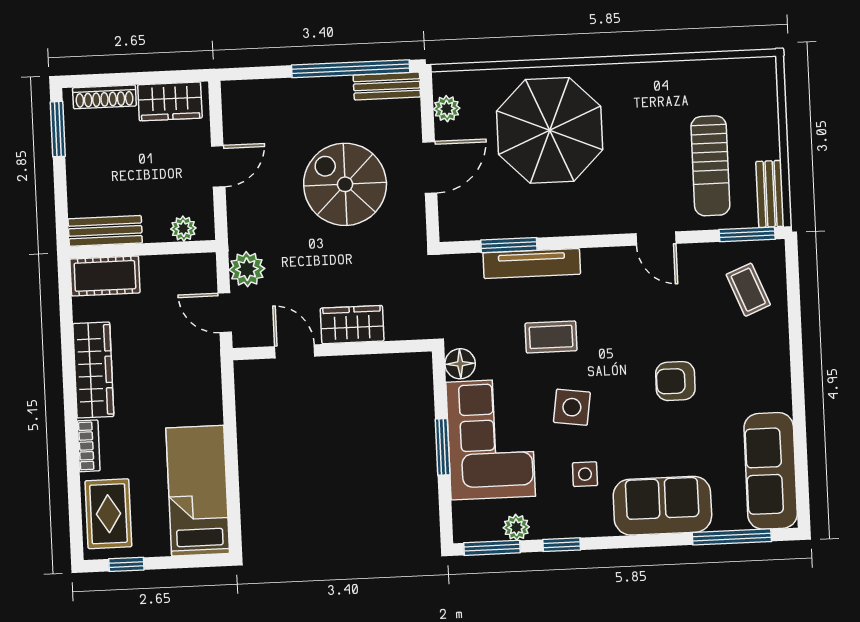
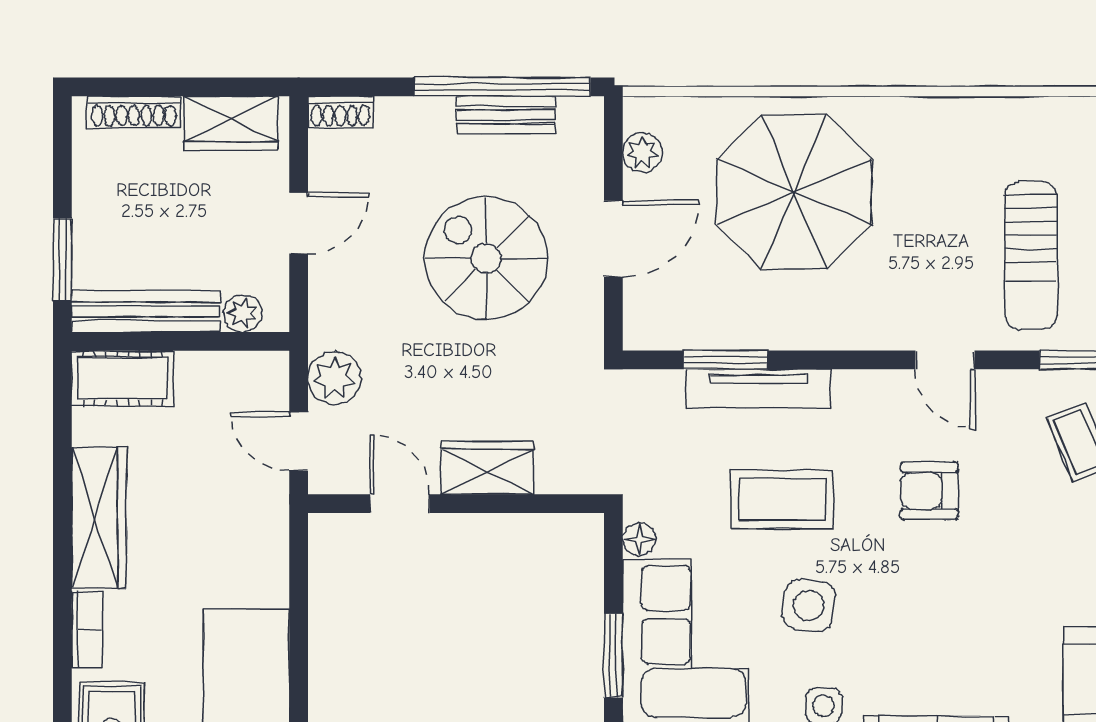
bench: (387, 86) -> (506, 115), moved
shoe rack: (243, 90) -> (340, 112), added
window: (58, 129) -> (62, 260), moved
bench: (105, 231) -> (146, 311), width x1.36
coffee table: (551, 337) -> (782, 499), width x1.36, depth x1.30
floor lamp: (460, 364) -> (639, 539), width x0.73, depth x0.73
armchair: (675, 381) -> (929, 491), moved

